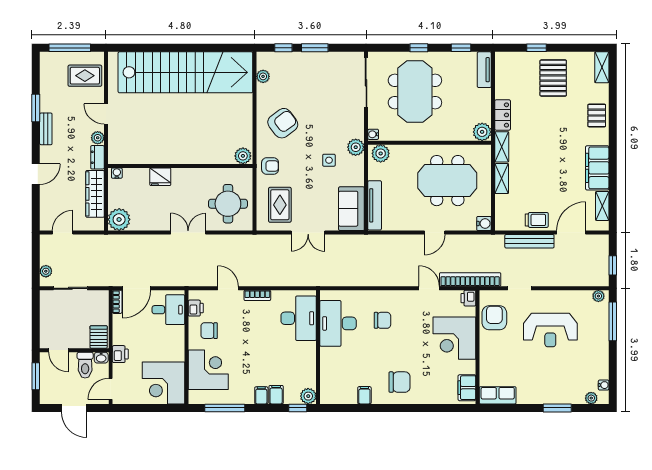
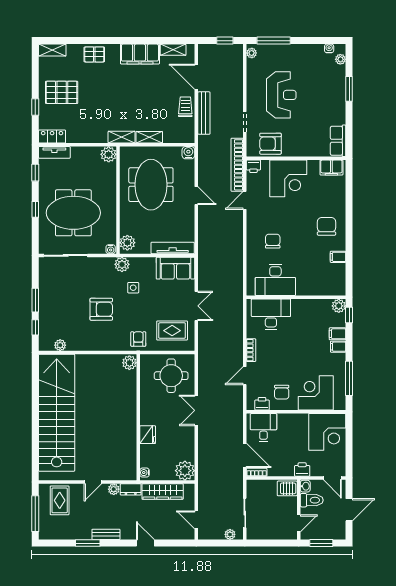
locker: (503, 115) -> (52, 136), moved
armchair: (283, 123) -> (101, 309), moved, turned 127

